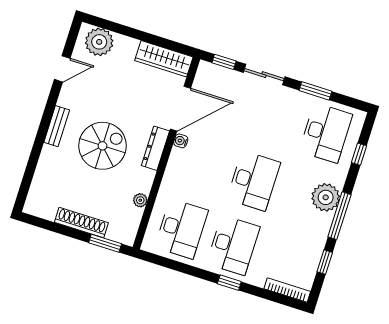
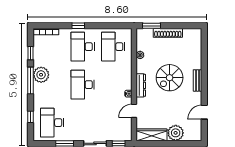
plant: (99, 42) -> (176, 133), moved
door: (180, 109) -> (134, 111), width x0.53
plant: (326, 197) -> (41, 75), moved

